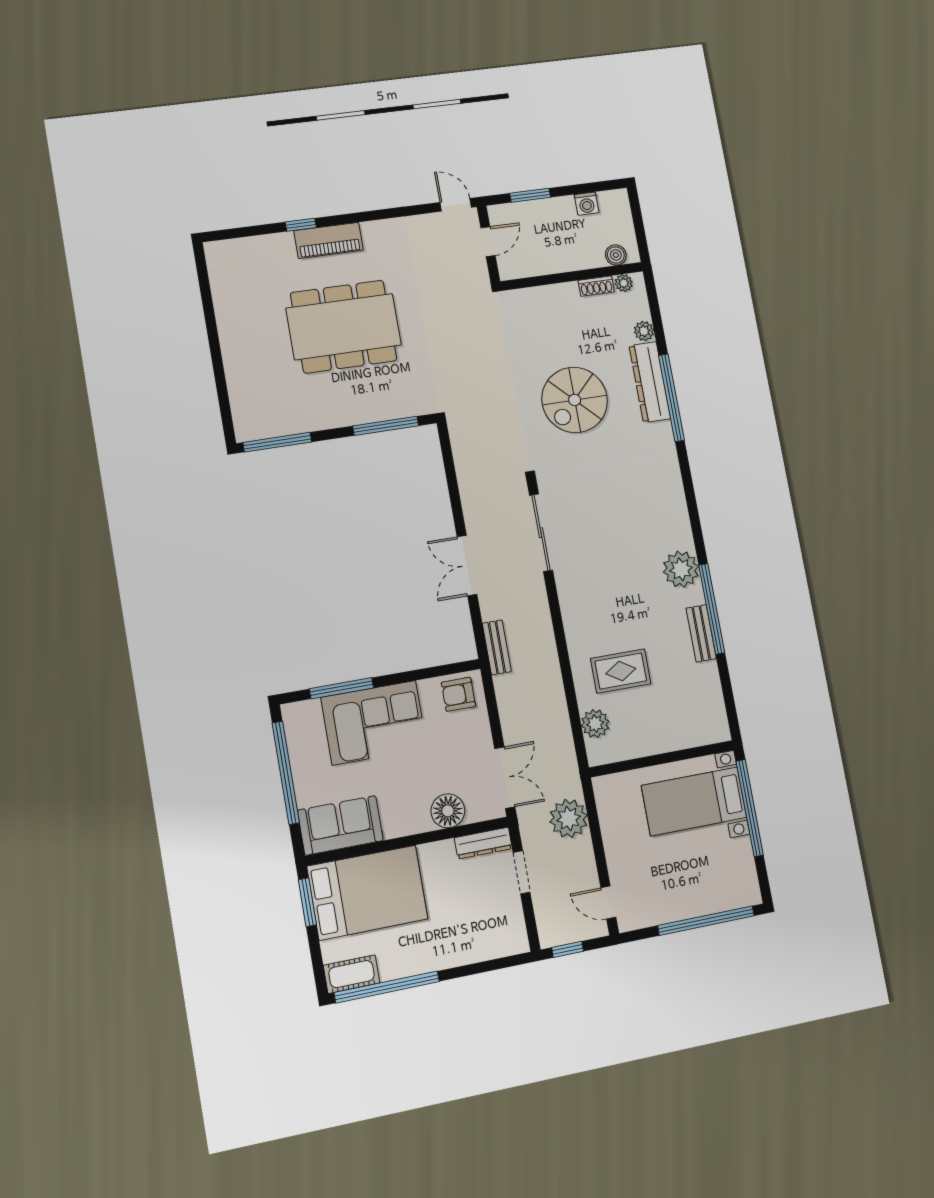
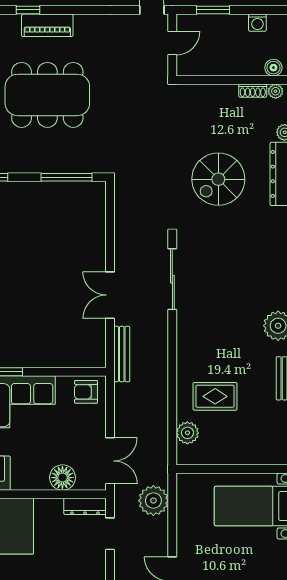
bench: (497, 647) -> (122, 354), width x1.36

